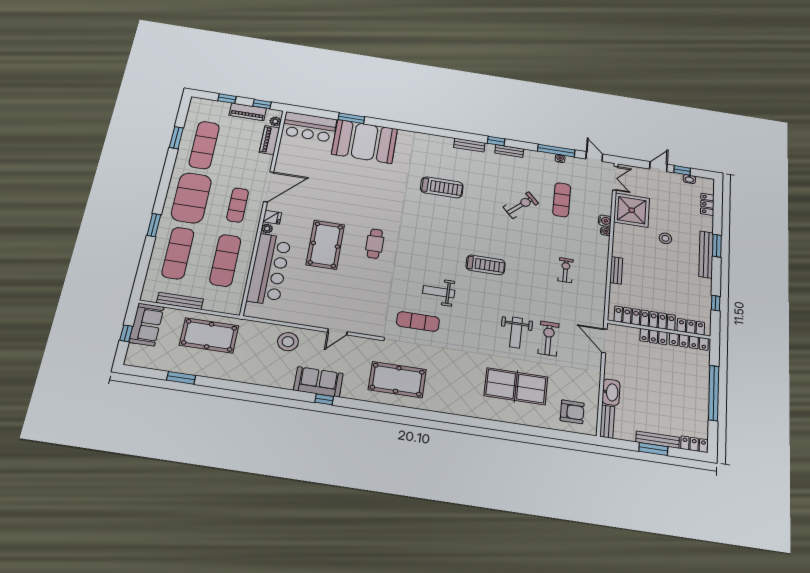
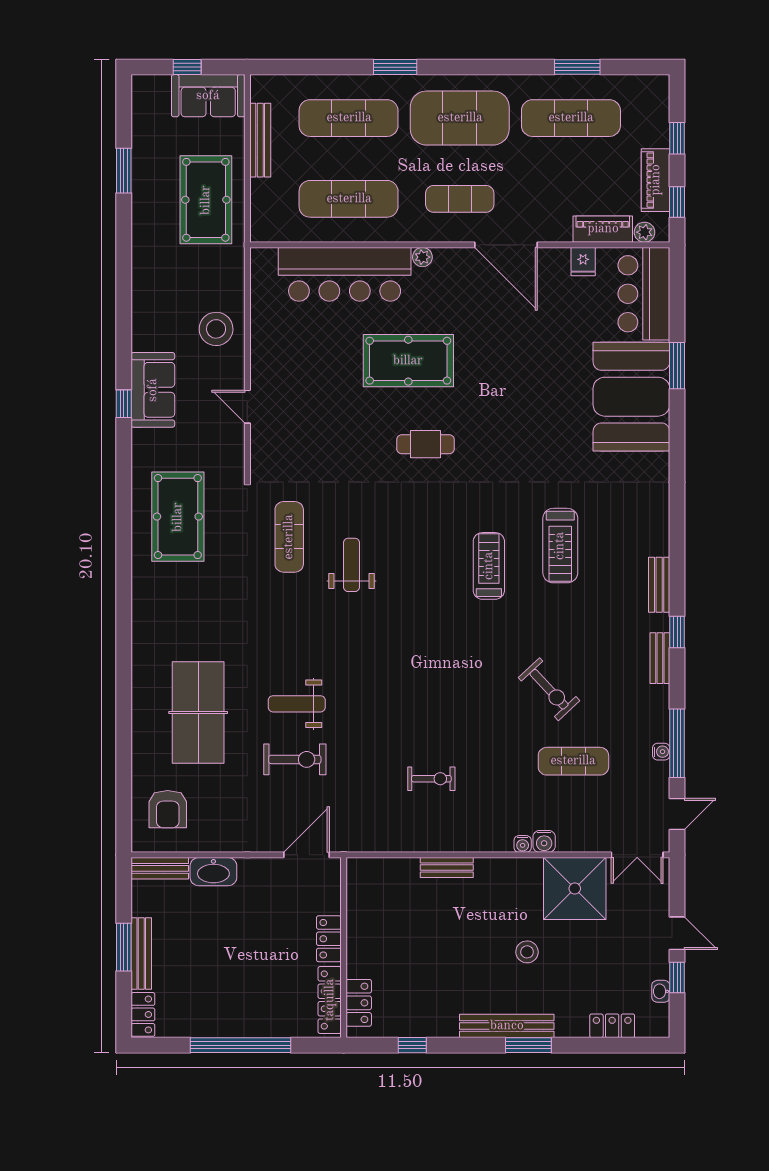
fridge: (272, 217) -> (583, 262), moved
treadmill: (486, 265) -> (489, 566), moved, turned 180
locker: (645, 318) -> (361, 922), removed

